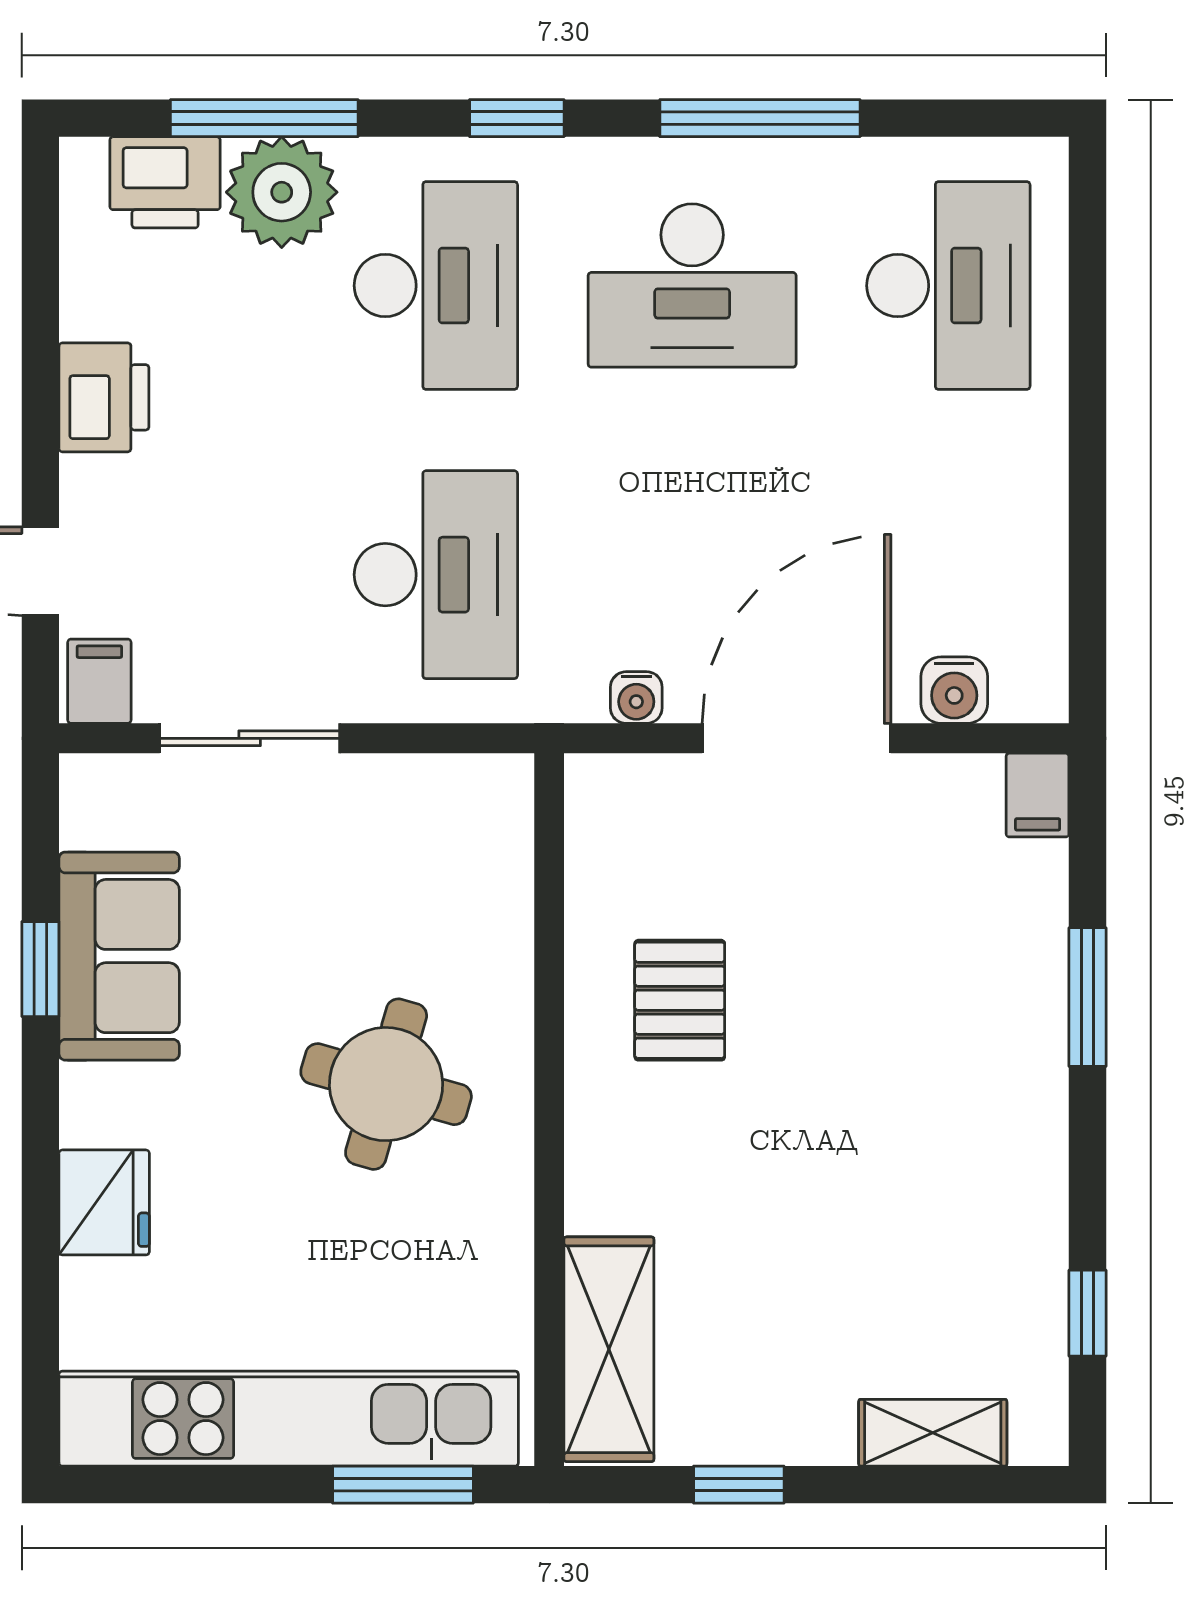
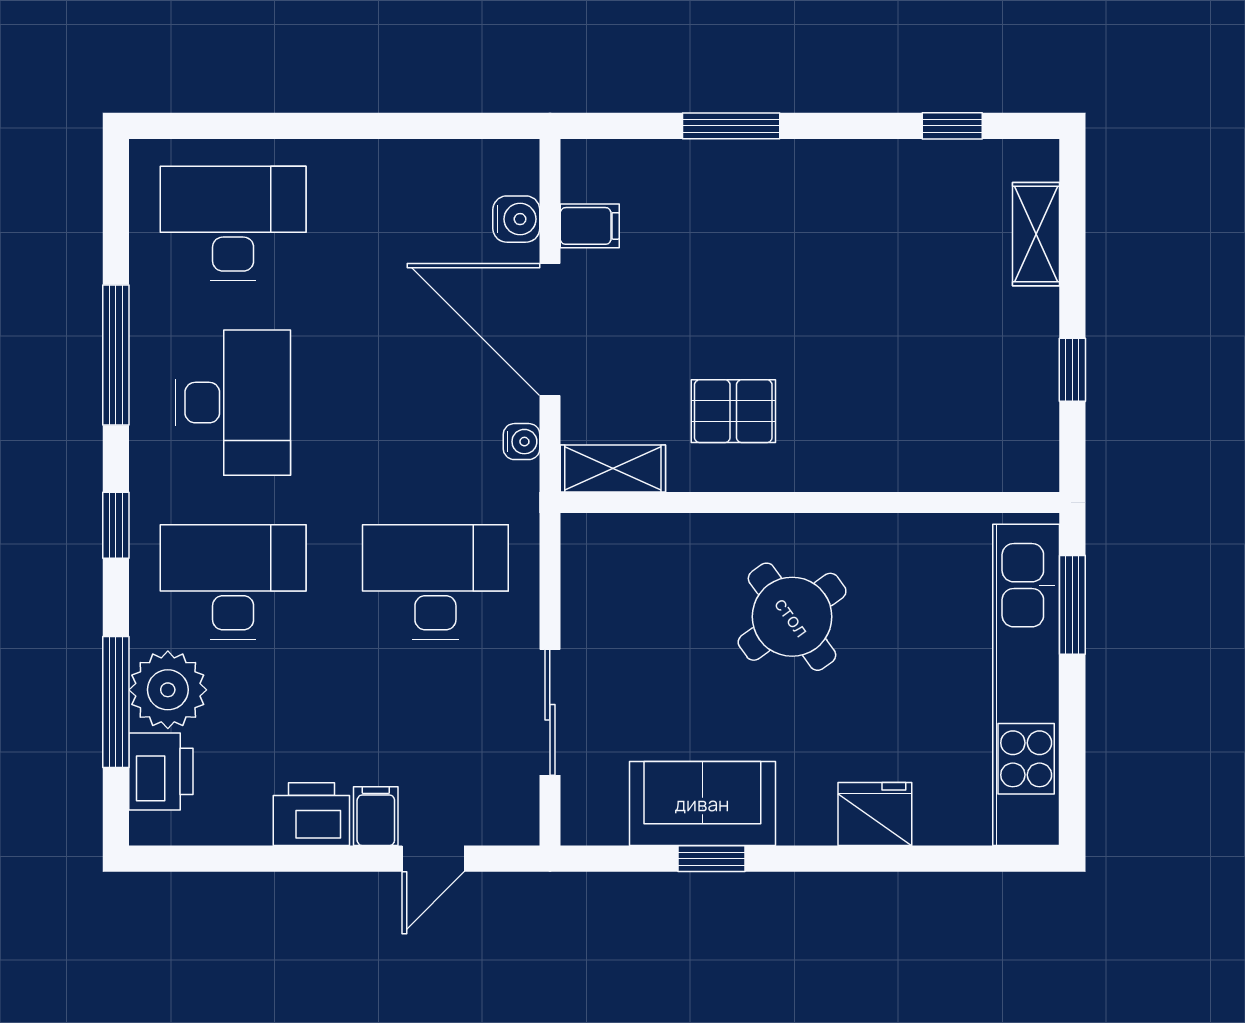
filing cabinet: (99, 681) -> (376, 816), moved, turned 90
filing cabinet: (1038, 795) -> (590, 226), moved
round table: (386, 1084) -> (792, 617), turned 38
shelving: (609, 1349) -> (613, 469), moved, width x0.67, depth x0.75

